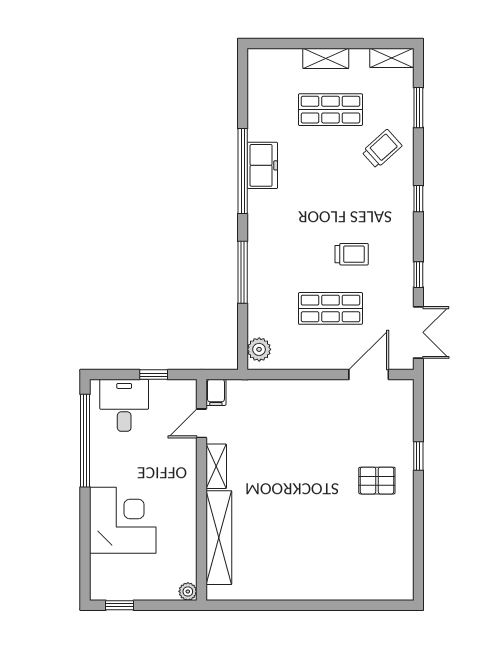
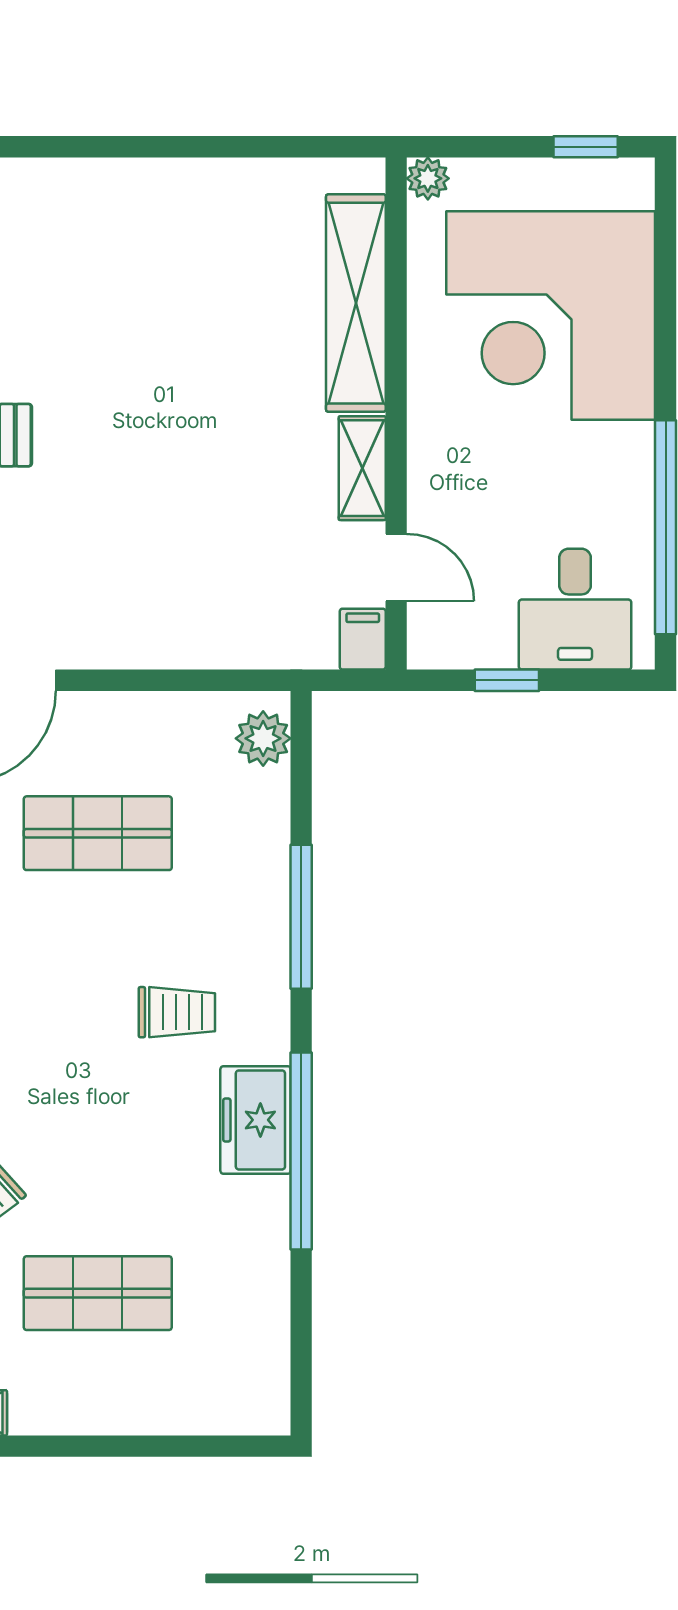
shelving: (326, 58) -> (109, 1412), removed
freezer: (262, 165) -> (256, 1120), moved
trolley: (352, 254) -> (177, 1012), moved, turned 180
door: (201, 423) -> (396, 568), hinge flipped
corner desk: (123, 520) -> (551, 316), width x1.36, depth x1.36

